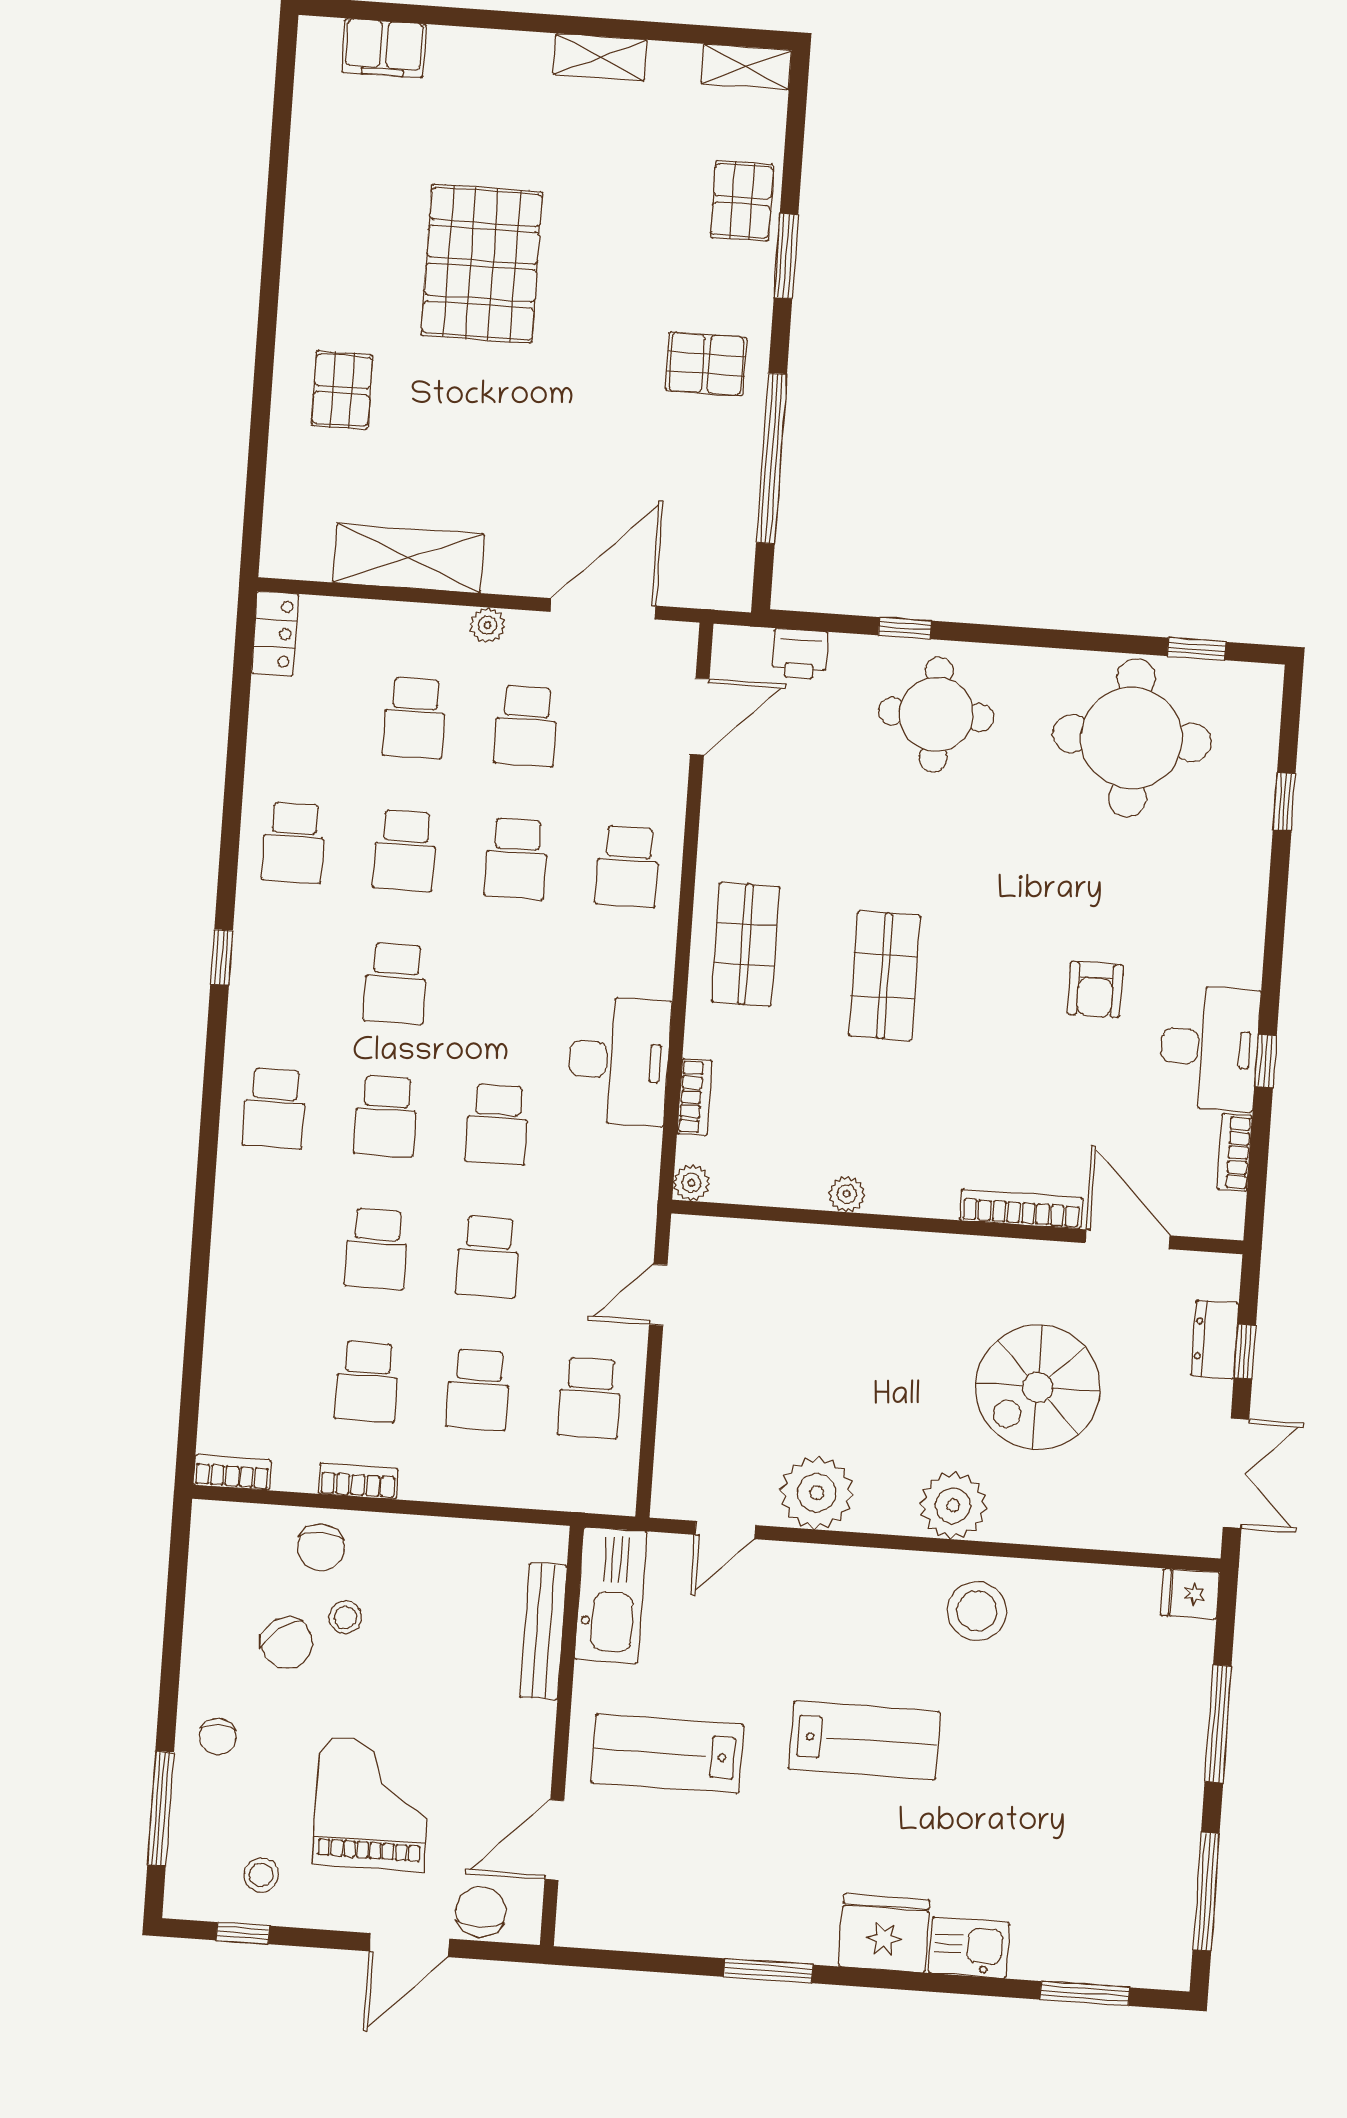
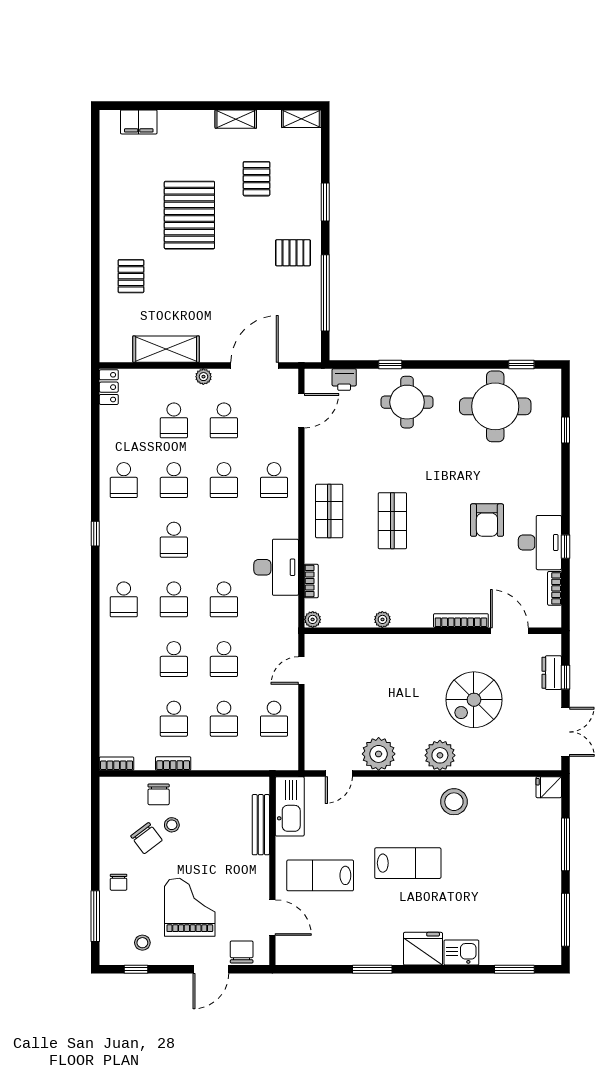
pallet: (742, 201) -> (257, 179), moved
armchair: (1095, 990) -> (487, 520), width x1.38, depth x1.38
door: (554, 1840) -> (272, 918), swing flipped

